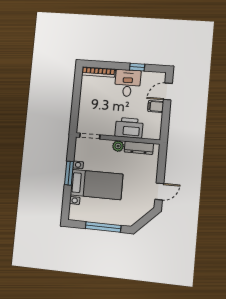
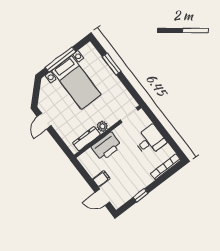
desk: (128, 83) -> (150, 141), moved, turned -90
door: (168, 92) -> (102, 197), swing flipped
window: (69, 173) -> (112, 64), moved
bed with nightstands: (96, 185) -> (76, 82), moved, turned -90

